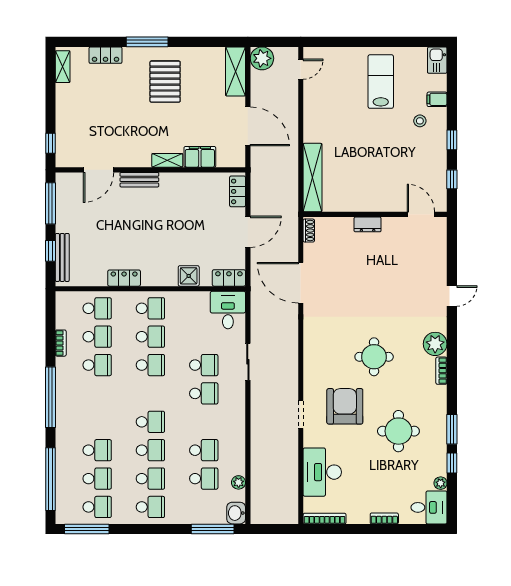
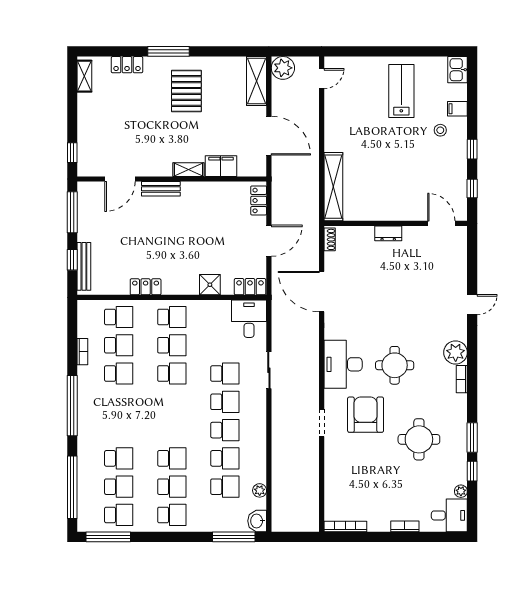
school desk: (150, 422) -> (225, 430), moved
desk: (322, 472) -> (343, 364), moved

